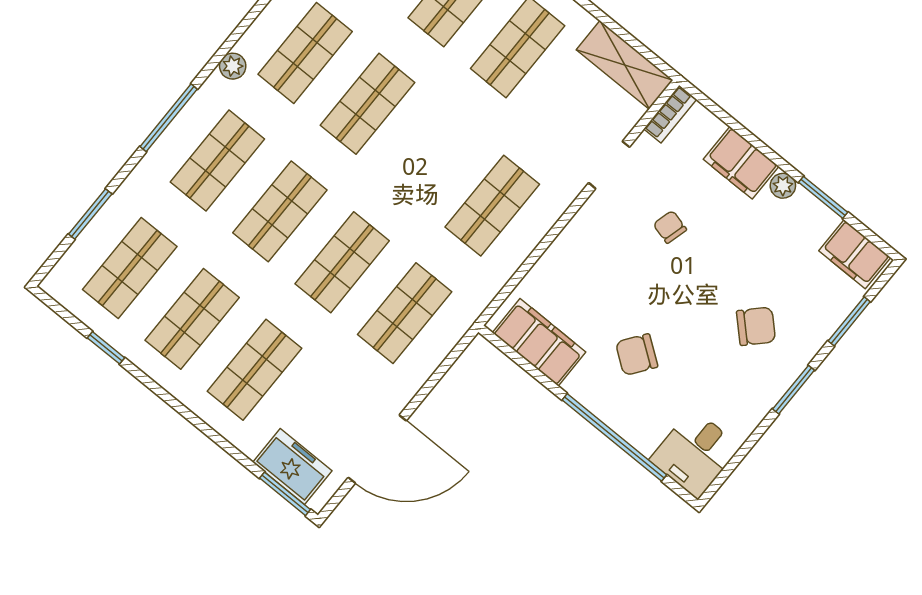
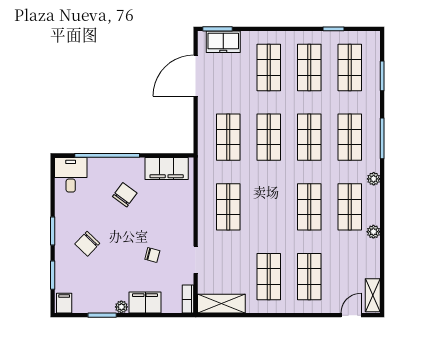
filing cabinet: (855, 254) -> (64, 303), width x0.50

